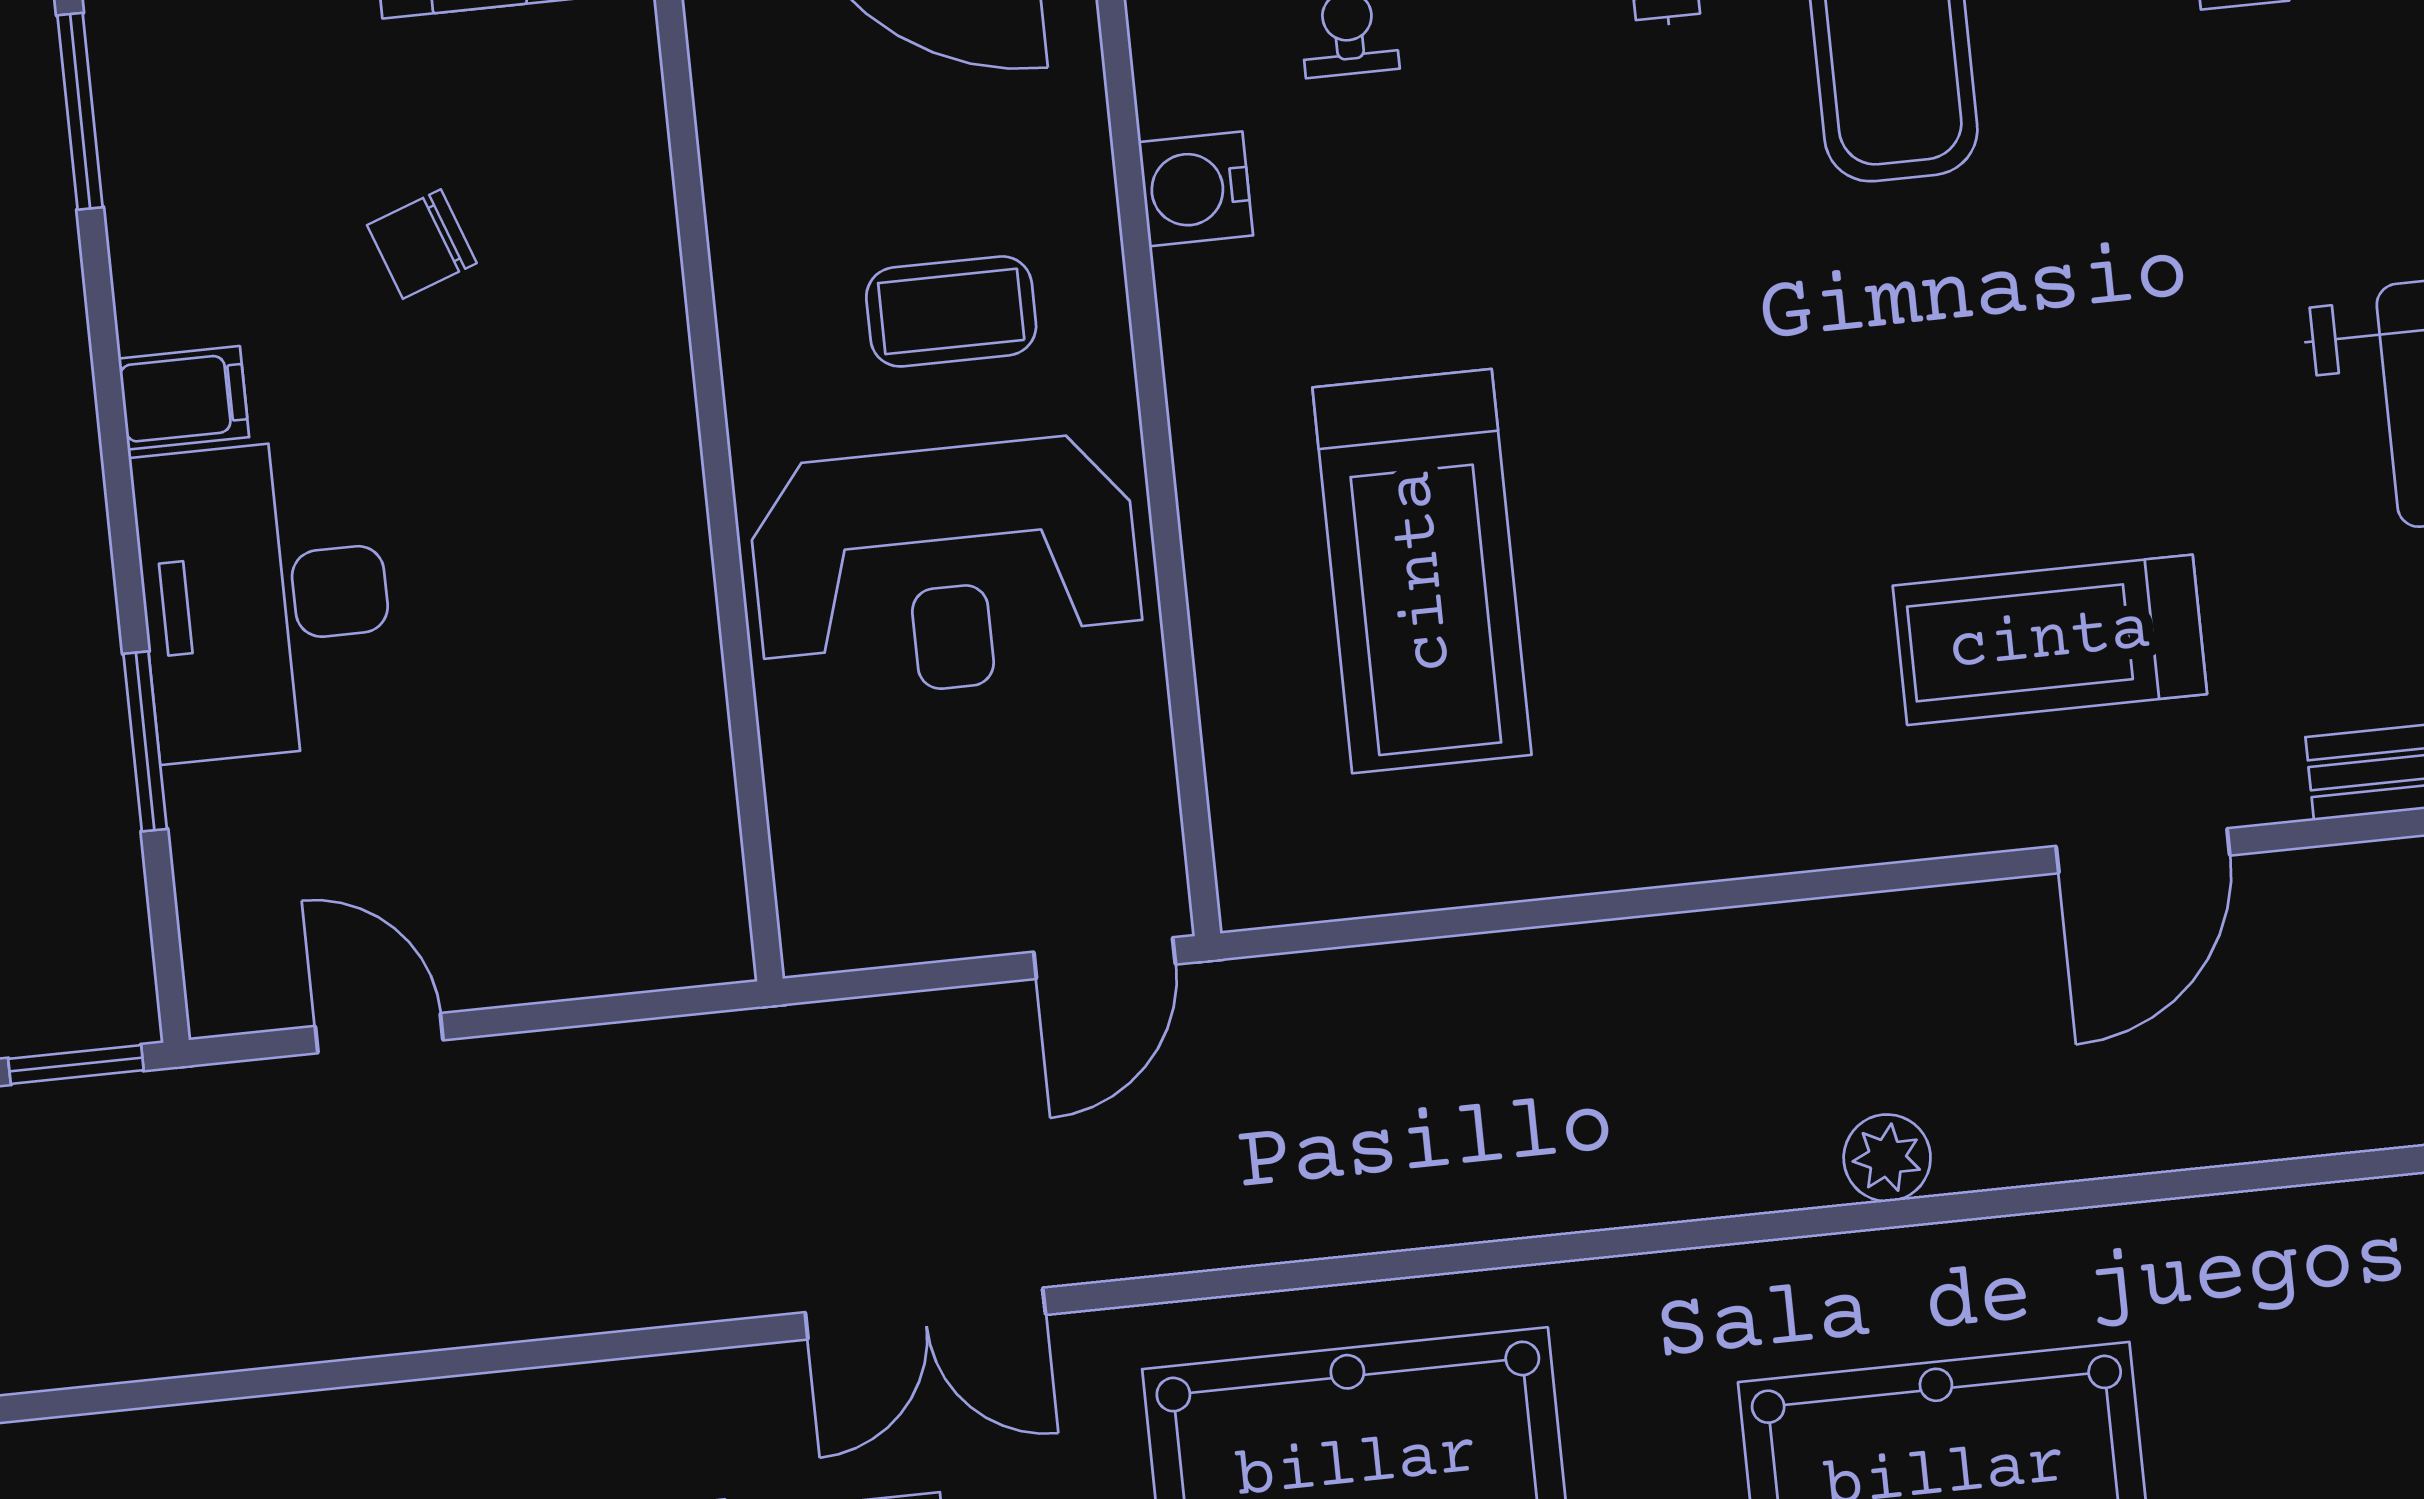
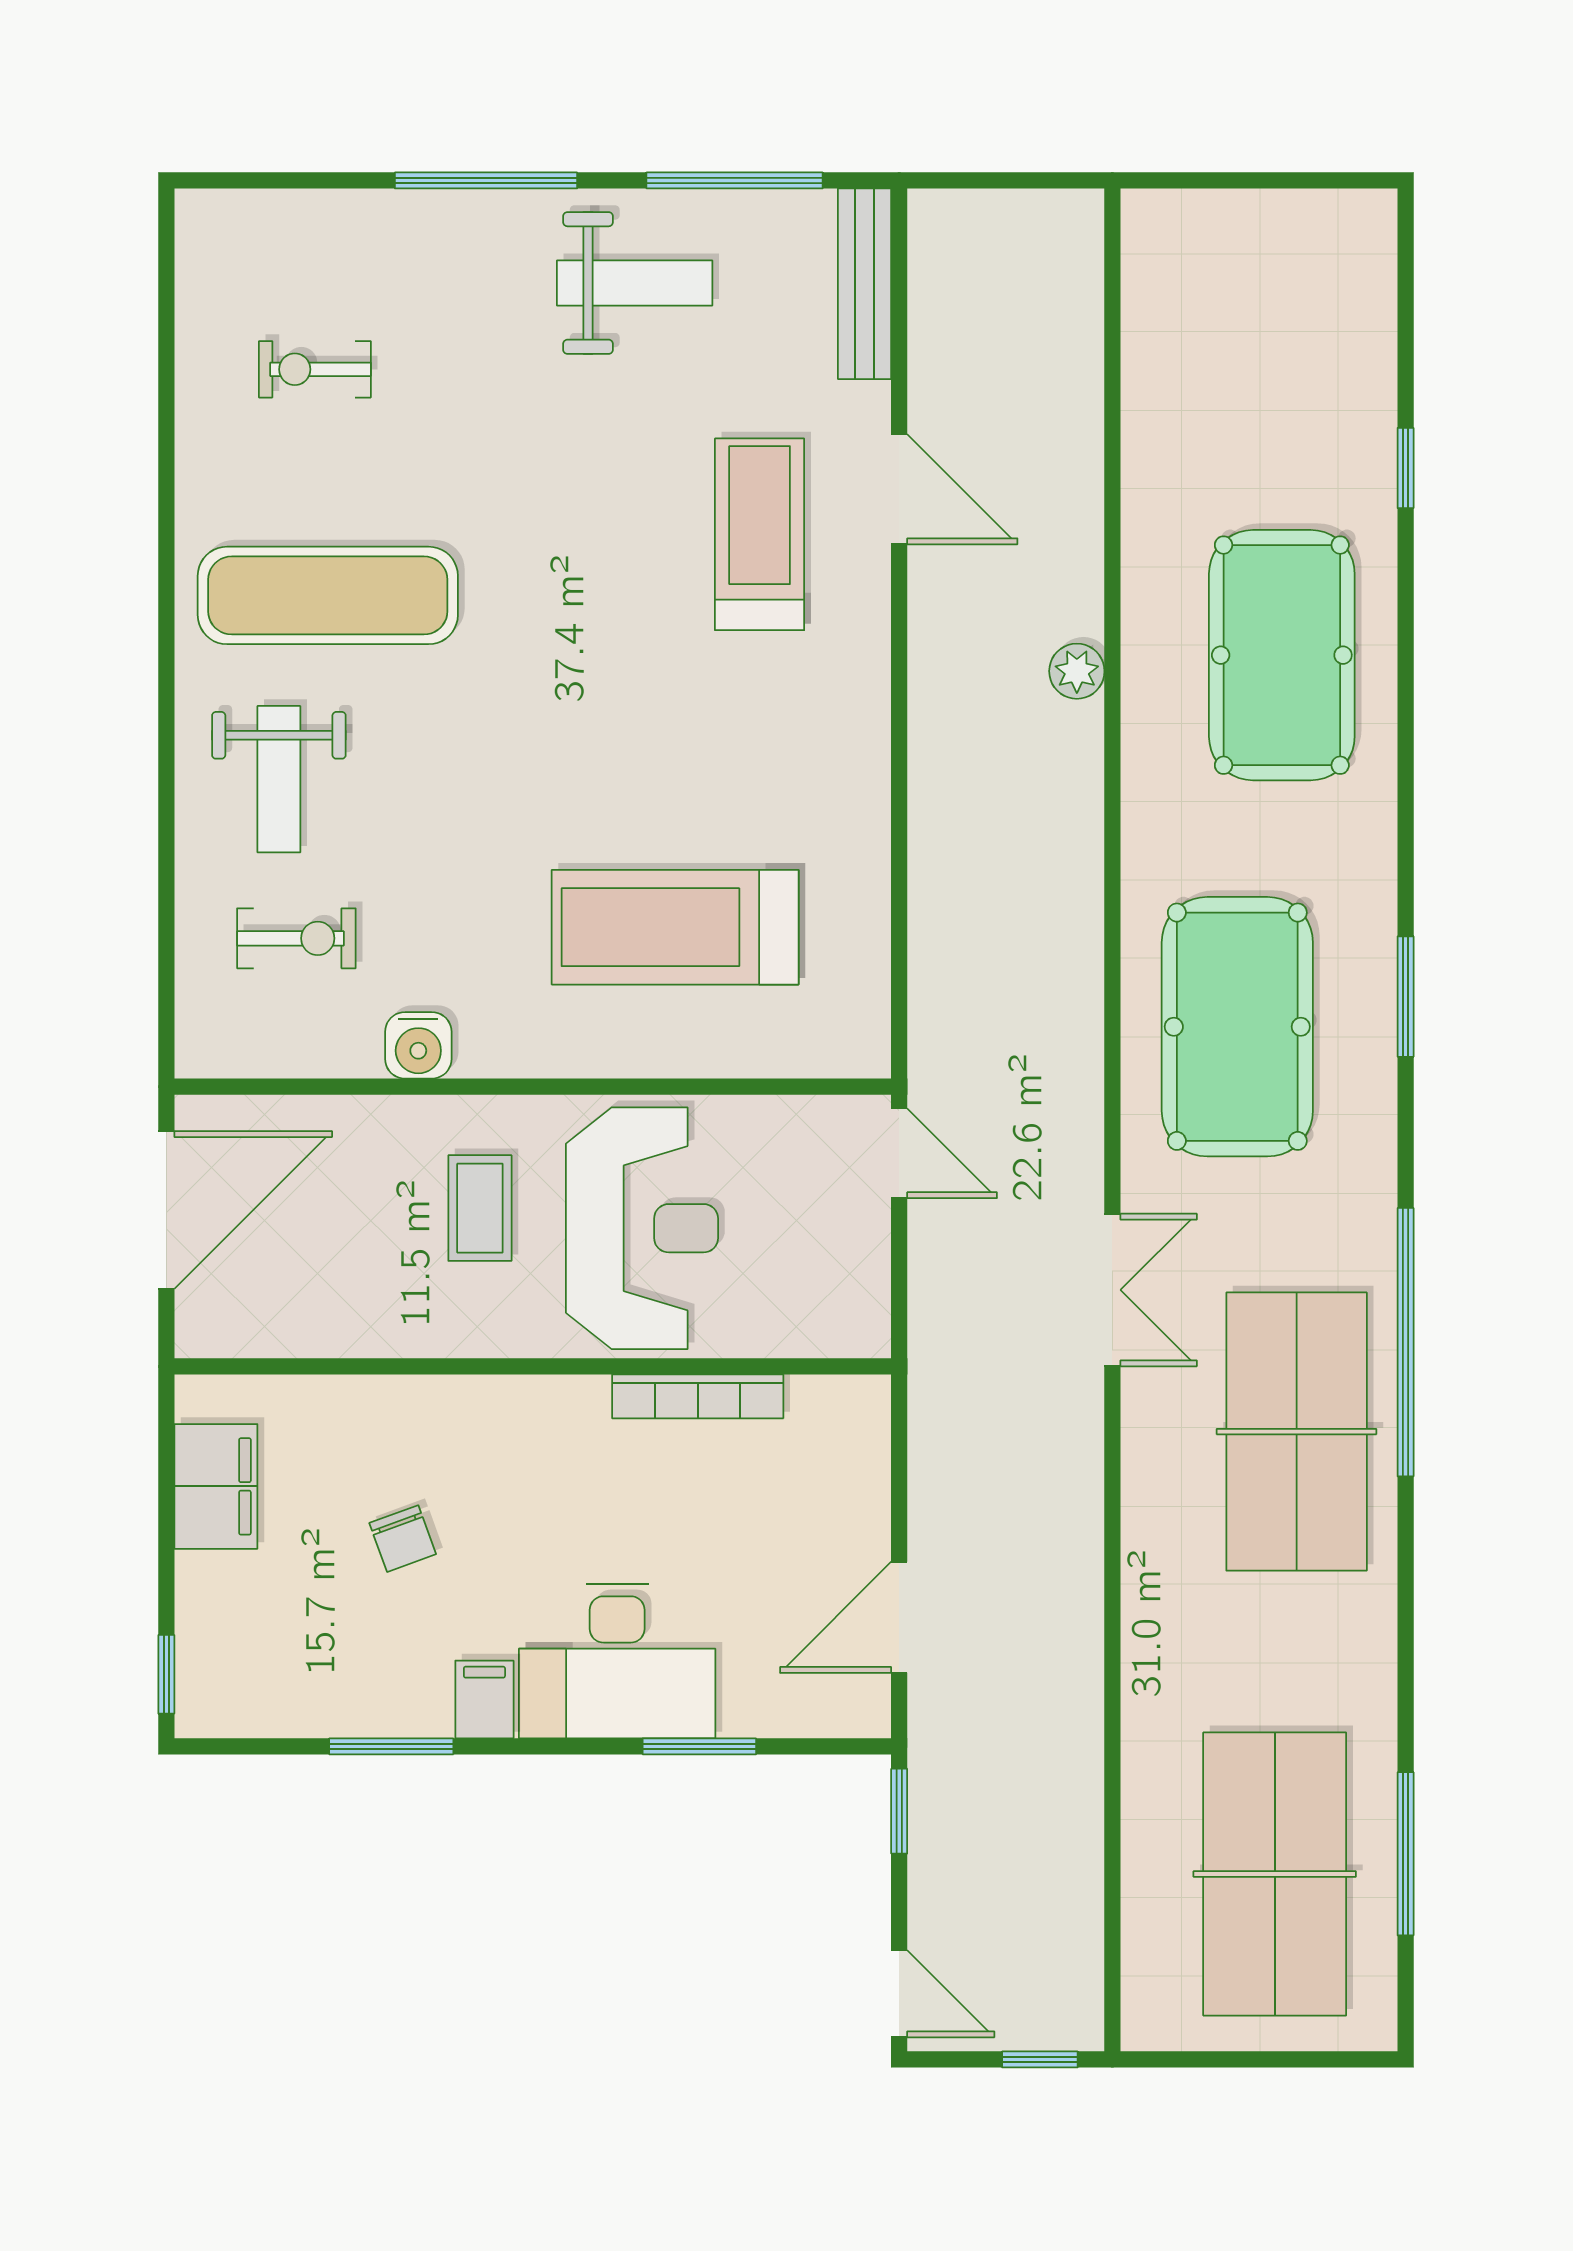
window: (80, 111) -> (391, 1746), moved
treadmill: (1422, 571) -> (675, 927), turned 180
treadmill: (2050, 640) -> (760, 534), turned 180
bookcase: (692, 682) -> (698, 1396), added
door: (379, 1033) -> (899, 1617), width x1.38

